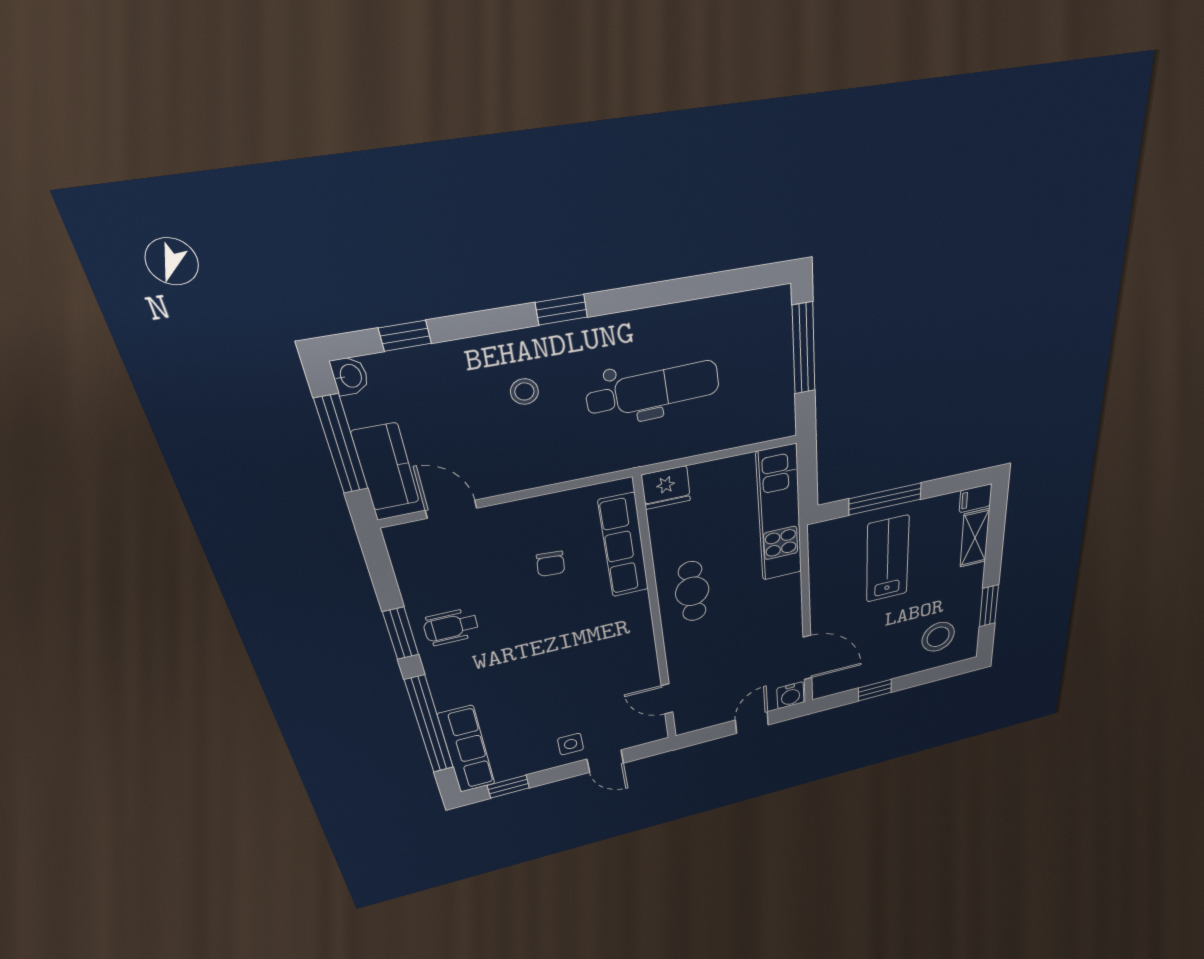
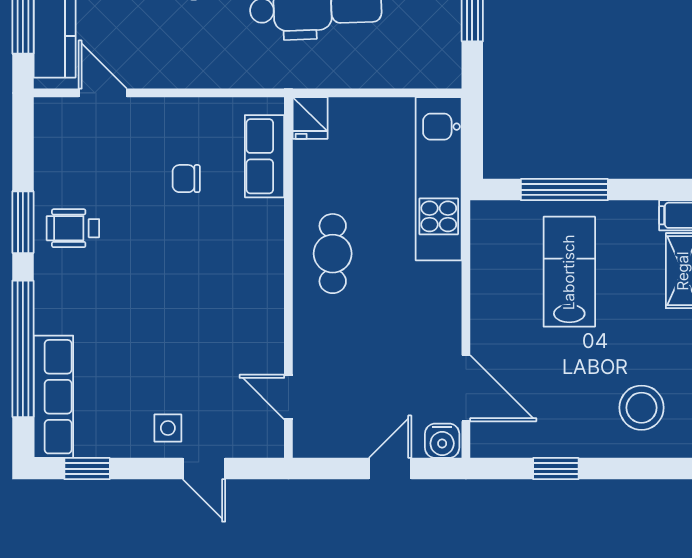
fridge: (666, 488) -> (310, 118), width x0.72
row of seats: (624, 546) -> (265, 156), width x0.68
chair: (551, 564) -> (186, 179), turned 86

